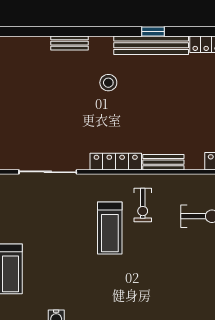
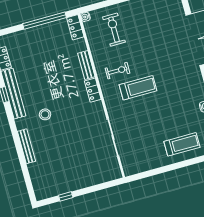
bench: (70, 43) -> (26, 146), width x1.36
locker: (116, 162) -> (93, 90), width x0.66

